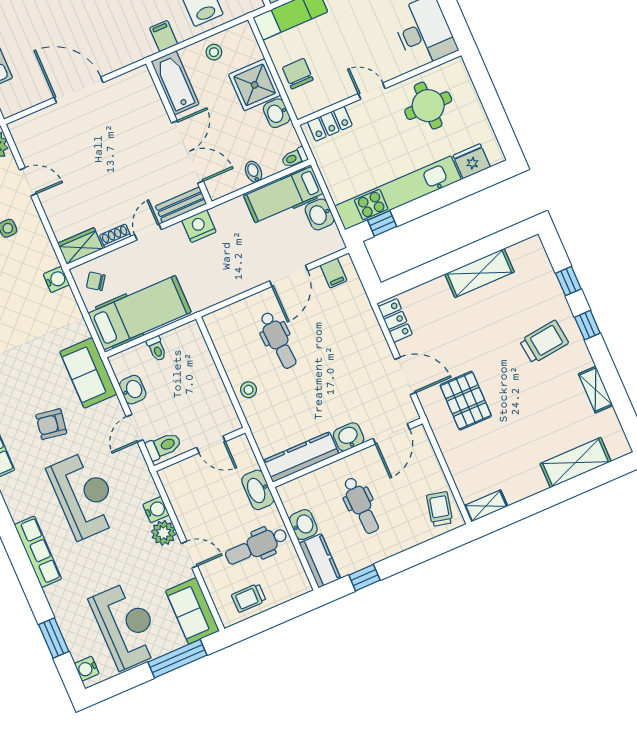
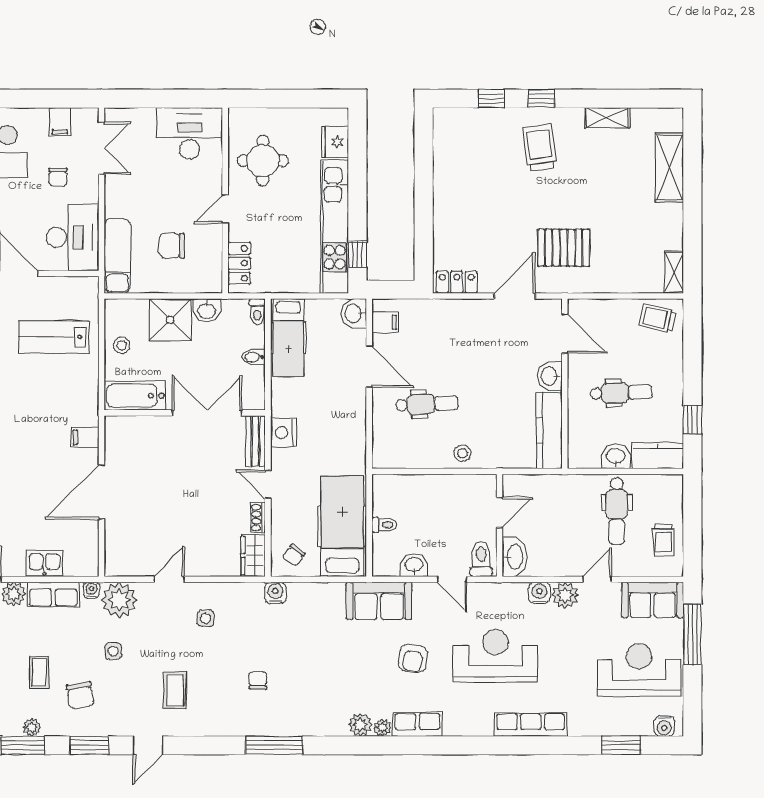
filing cabinet: (164, 36) -> (85, 437), moved
chair: (298, 74) -> (172, 246), moved
washbasin: (320, 214) -> (354, 314), moved, turned 90
shelving: (479, 273) -> (446, 181), removed
washbasin: (258, 490) -> (514, 557), moved, turned -90

